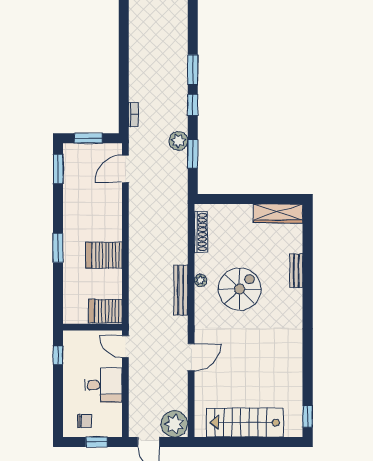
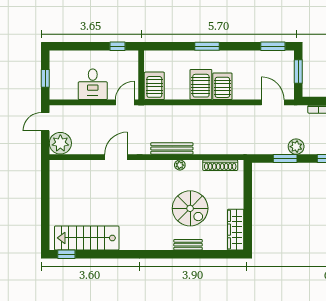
server rack: (106, 229) -> (222, 86), added
spiral stairs: (240, 289) -> (190, 208), moved
door: (191, 357) -> (116, 157), swing flipped
chair: (85, 421) -> (63, 68), removed
stairs: (245, 423) -> (87, 238), moved, turned -90

